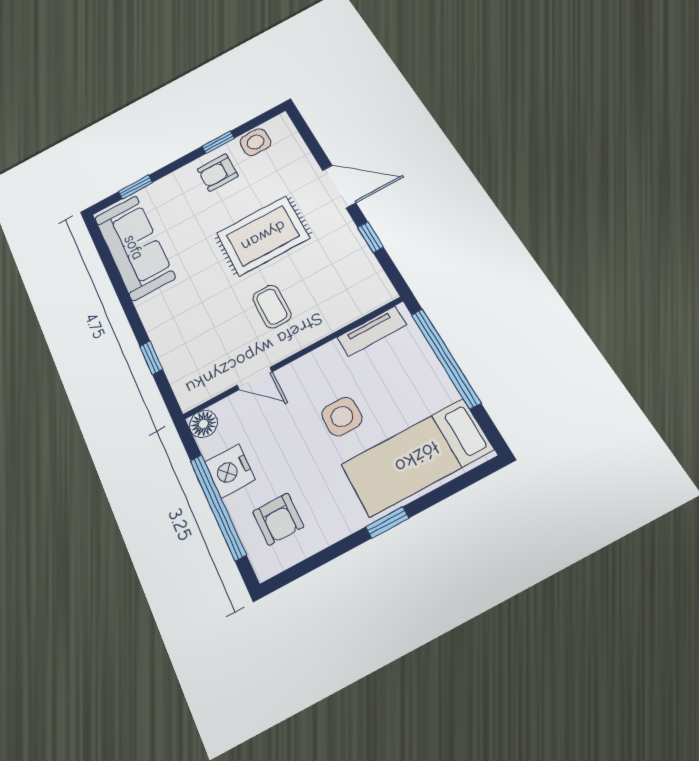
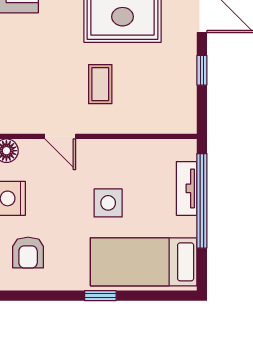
tv unit: (372, 331) -> (187, 188), moved, turned 90

